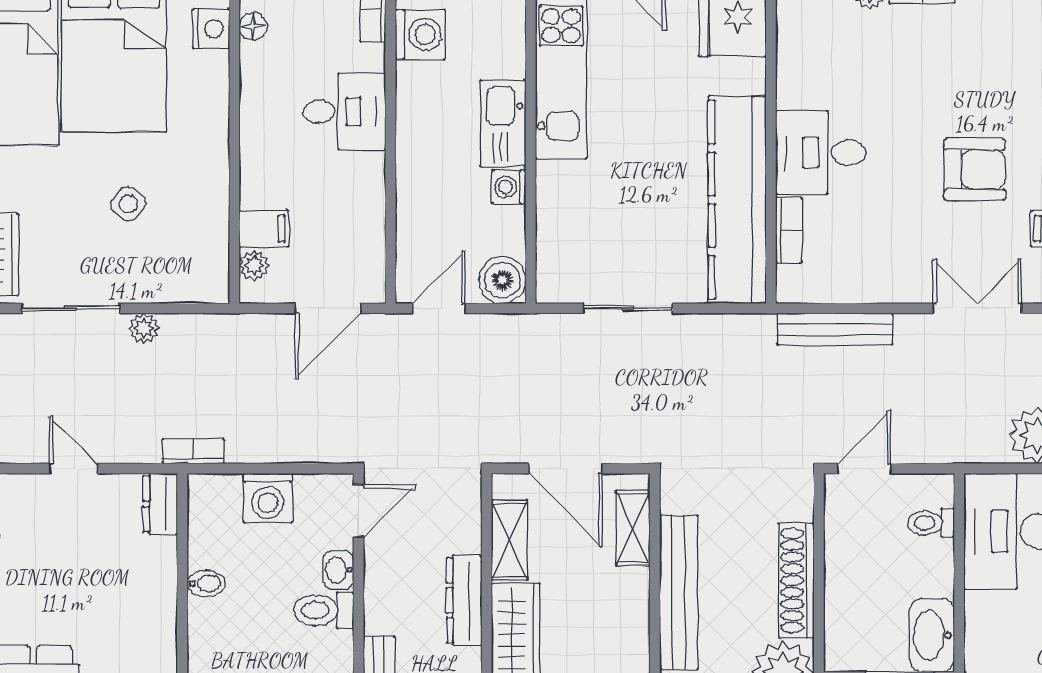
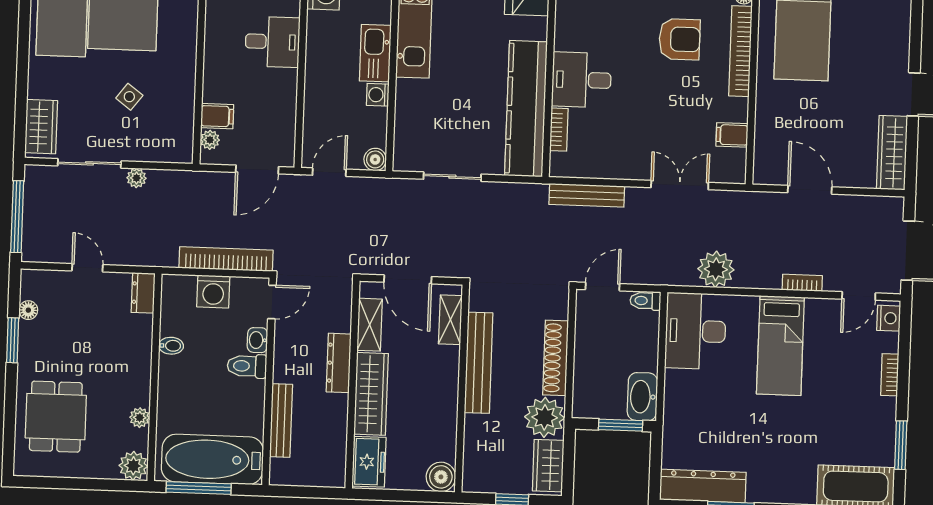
armchair: (975, 169) -> (680, 39), moved
boiler: (502, 280) -> (375, 159), width x0.73, depth x0.73
bookcase: (193, 451) -> (226, 259), moved, width x2.31, depth x1.31
toilet: (931, 523) -> (645, 301), moved

